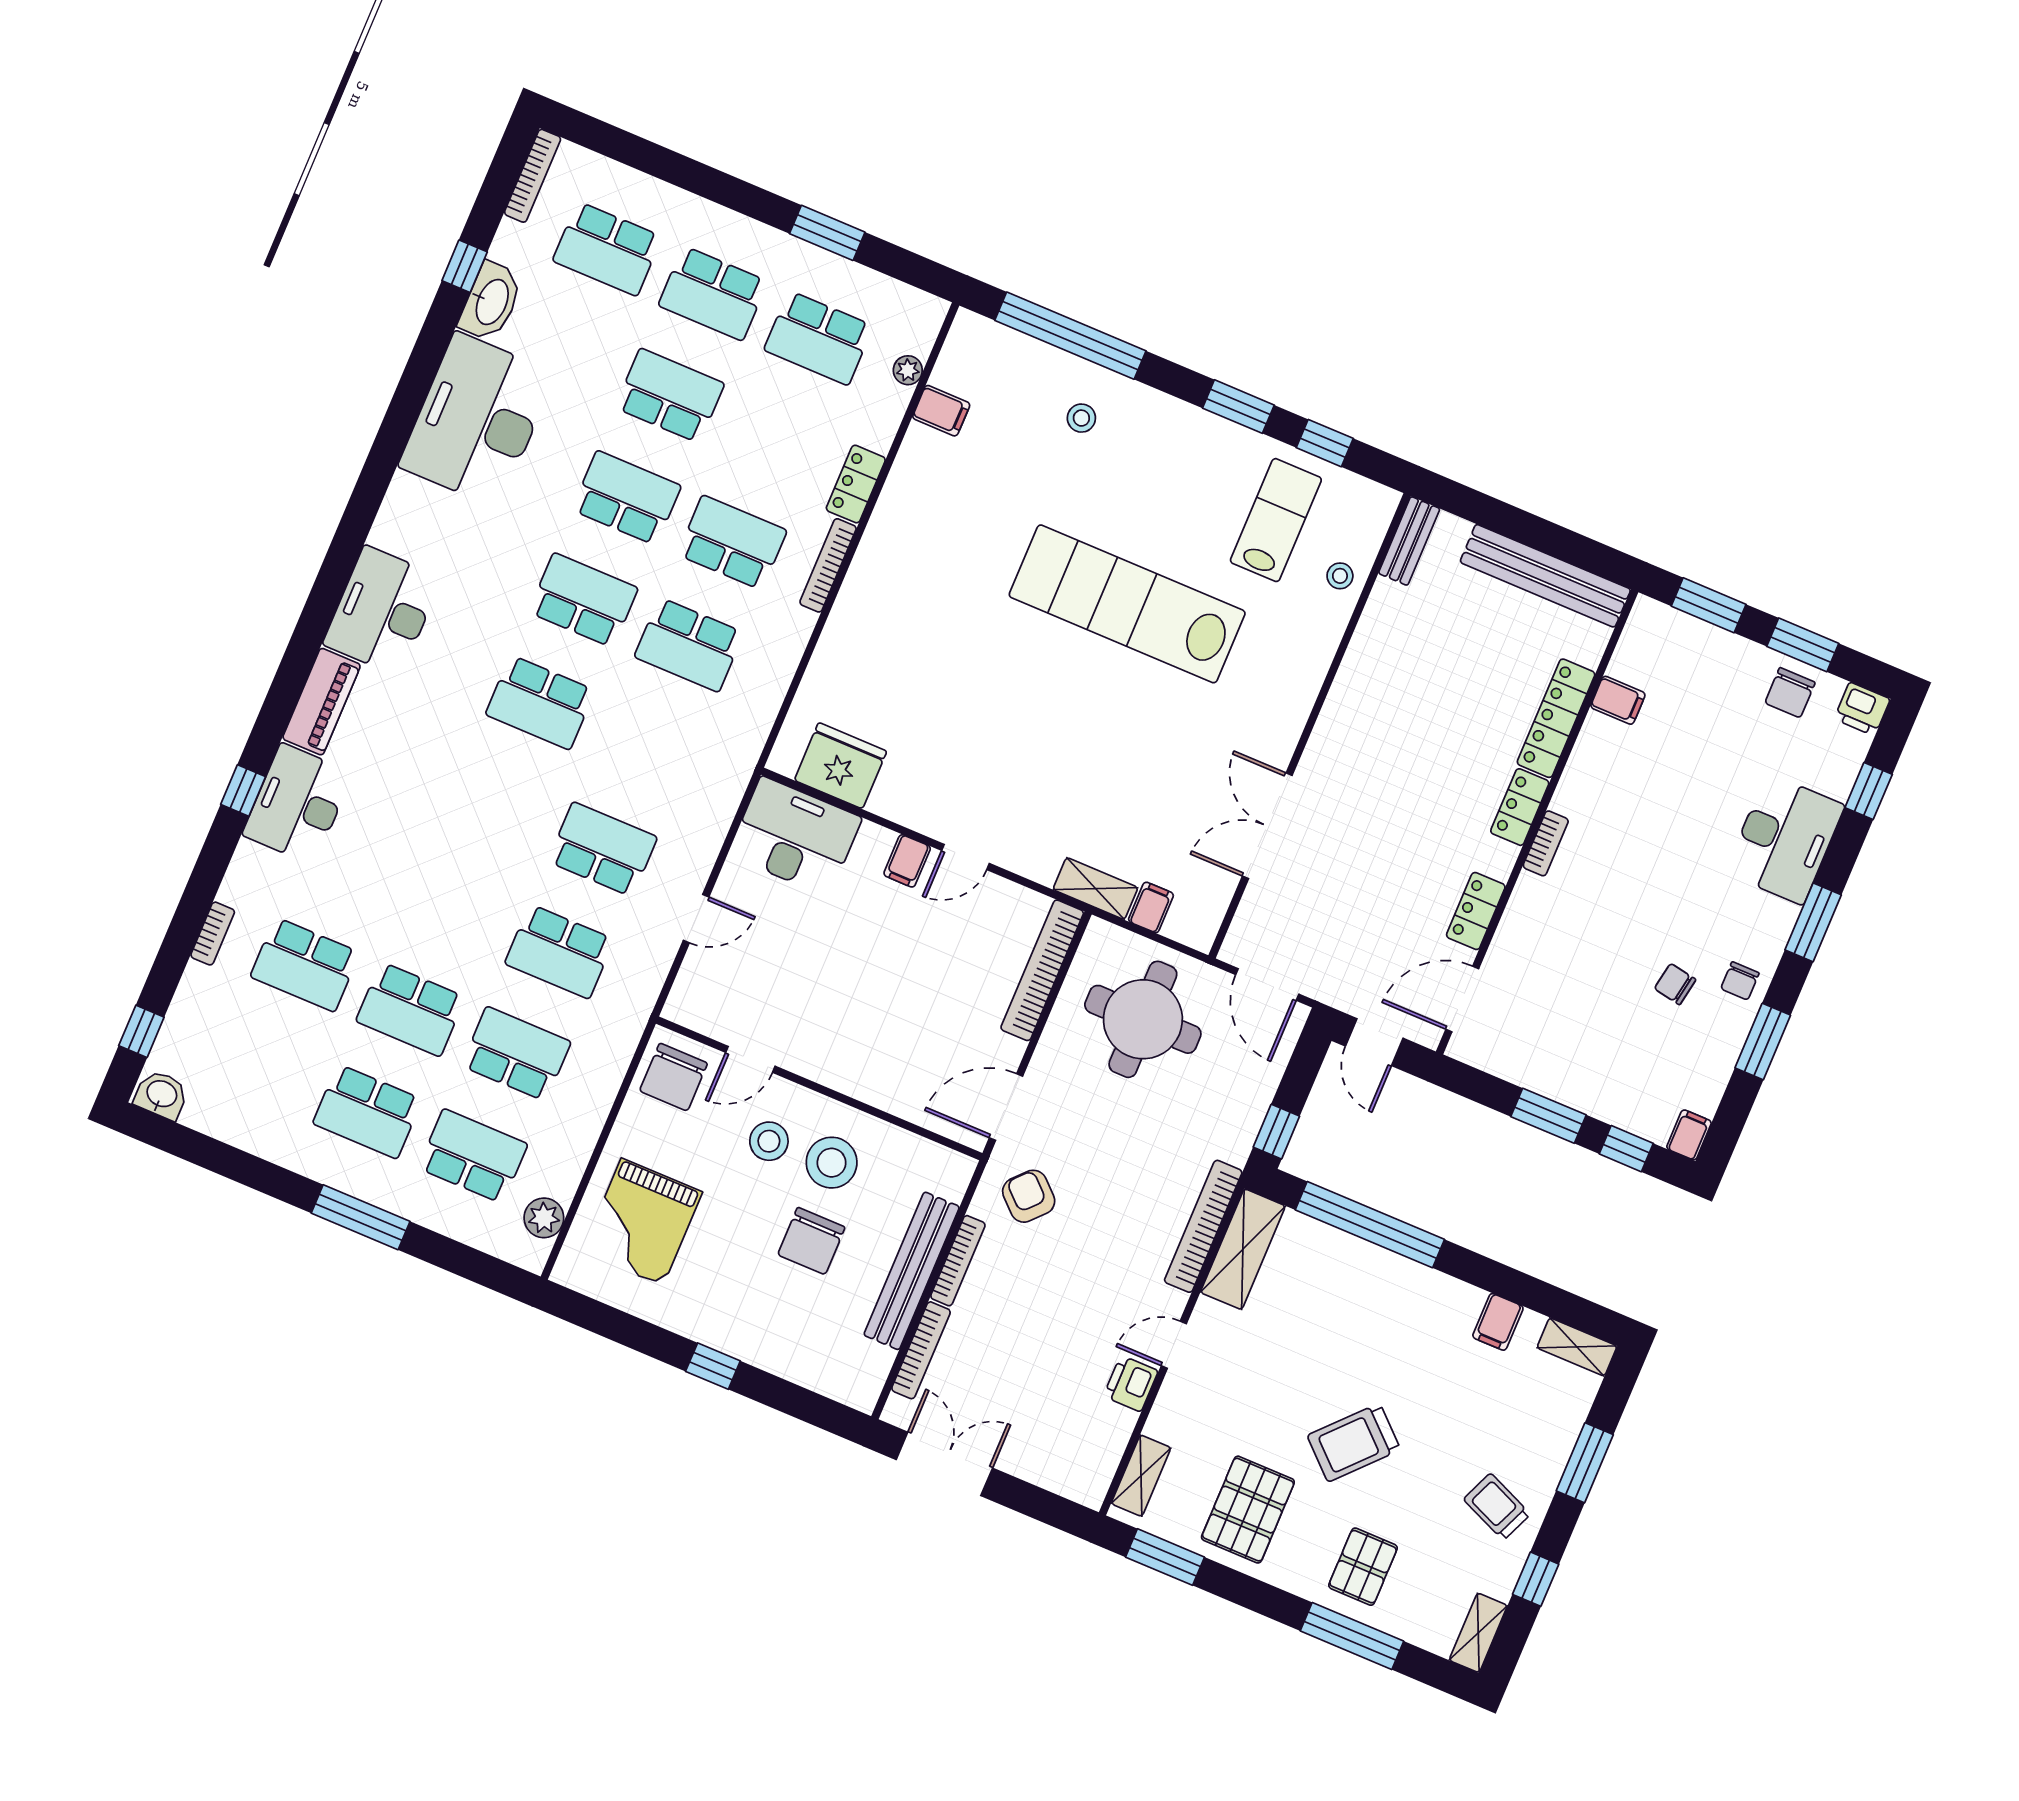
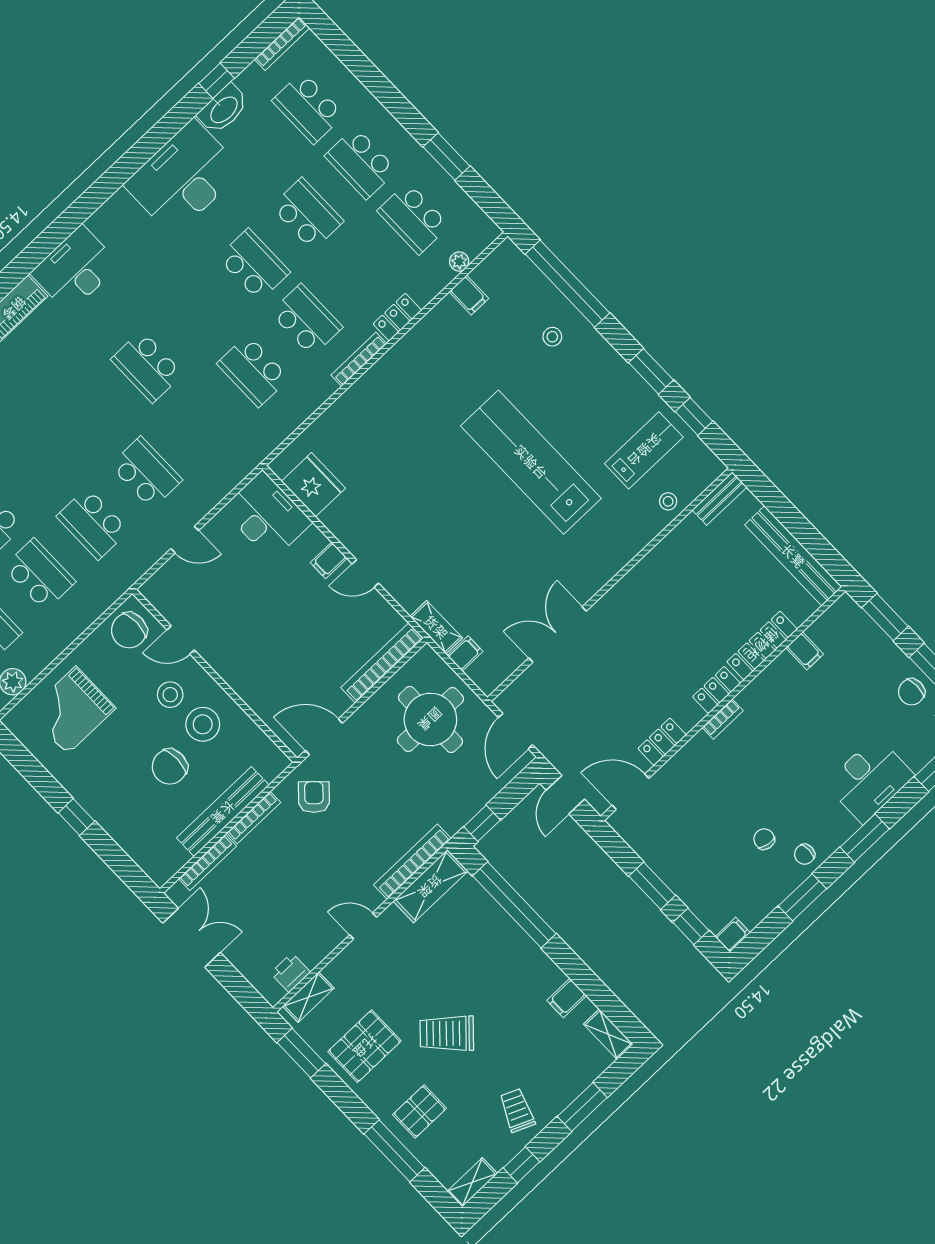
school desk: (583, 600) -> (200, 316), removed
printer: (1131, 1384) -> (290, 973), moved

